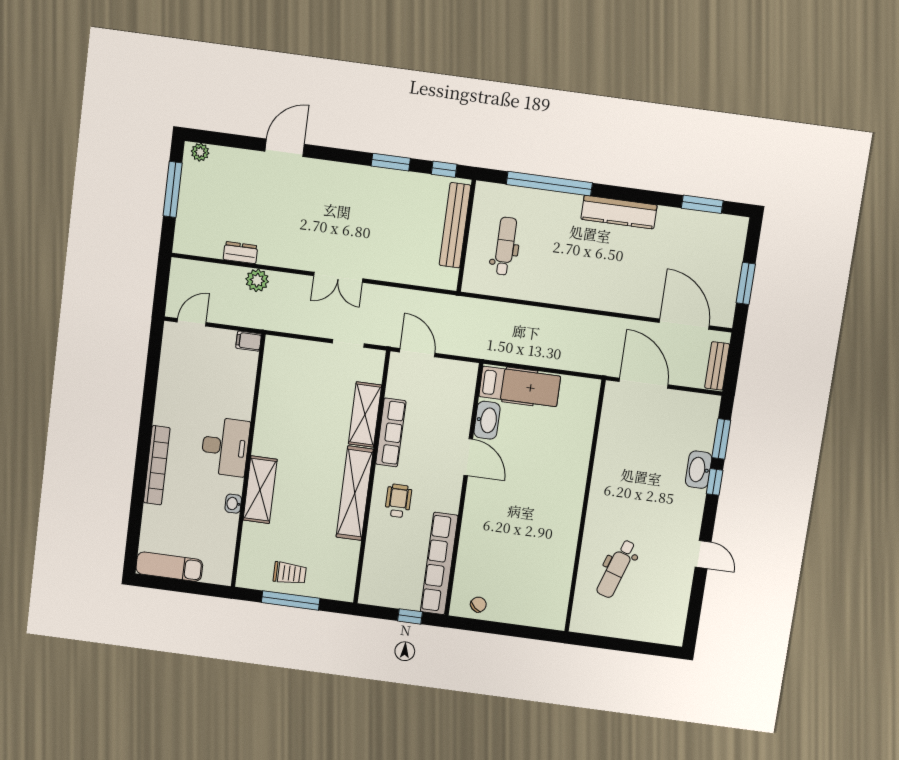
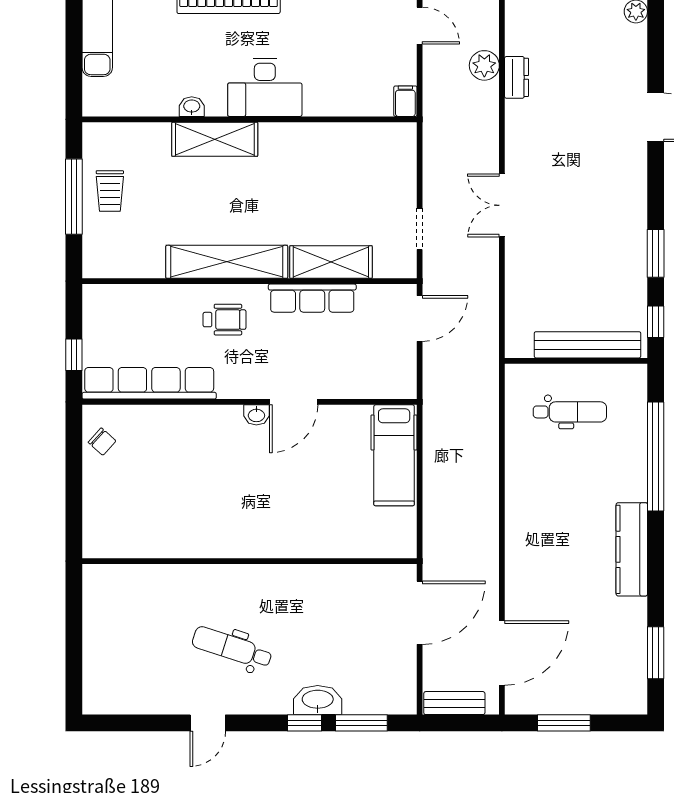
plant: (257, 280) -> (484, 65), moved
washbasin: (487, 420) -> (256, 415), moved, width x0.52, depth x0.69
dental chair: (616, 569) -> (232, 648), moved

